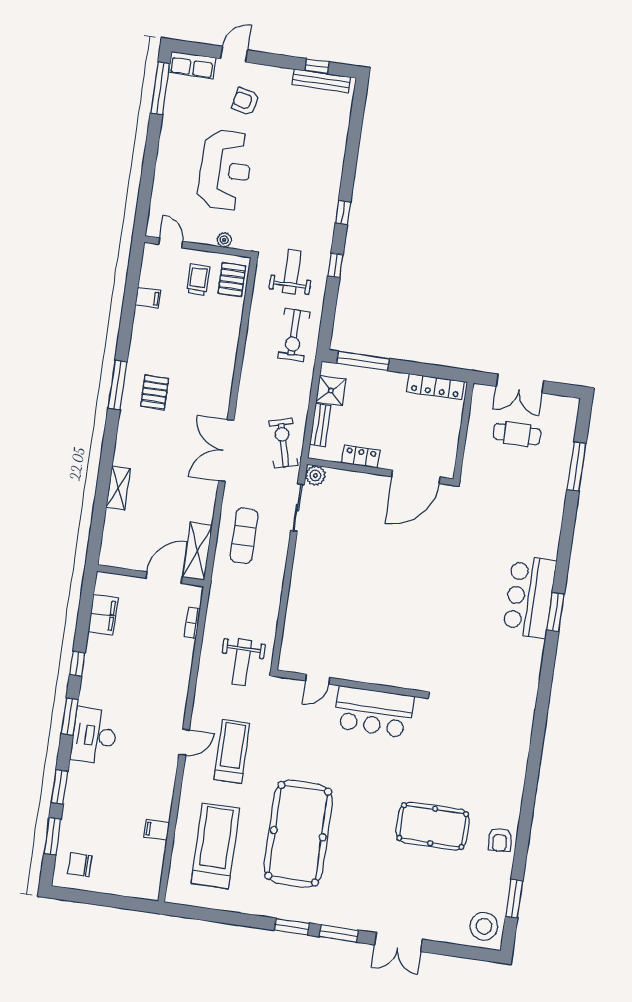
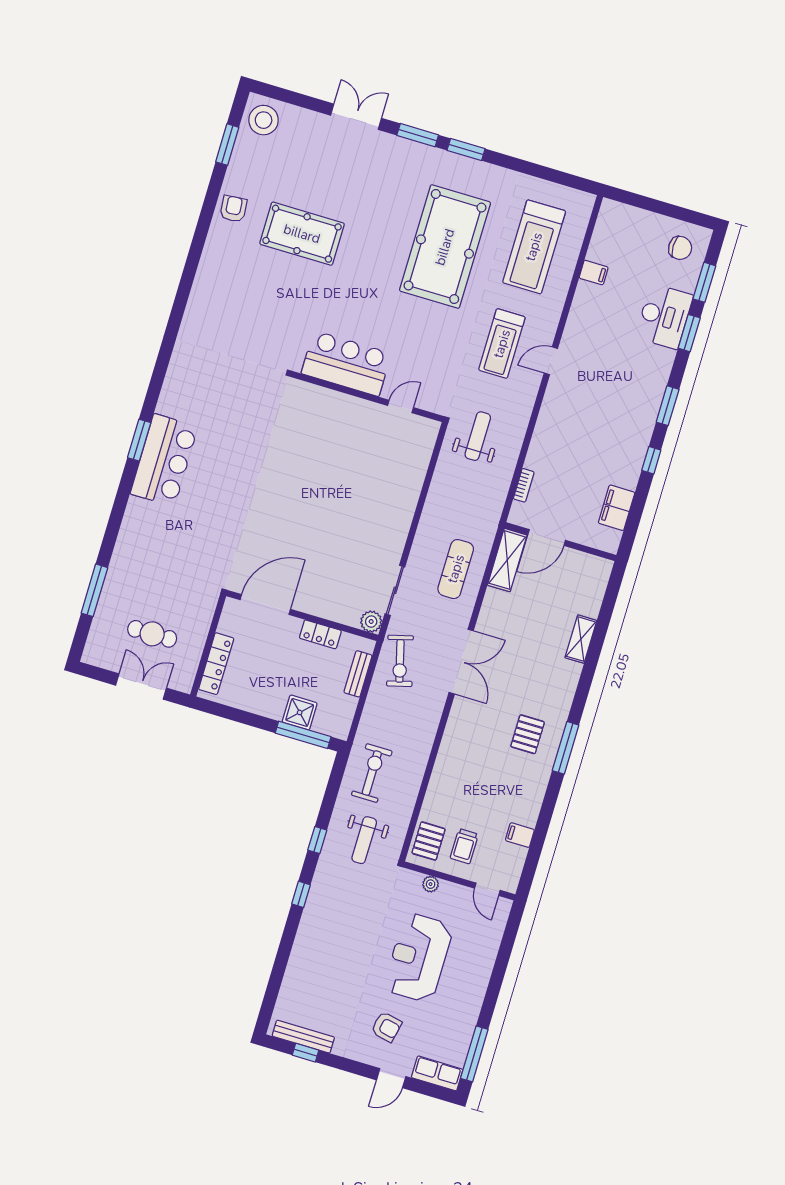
locker: (435, 387) -> (216, 664), moved, turned 90
shower: (331, 391) -> (300, 712), moved
desk: (94, 736) -> (664, 316), moved

